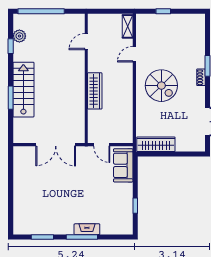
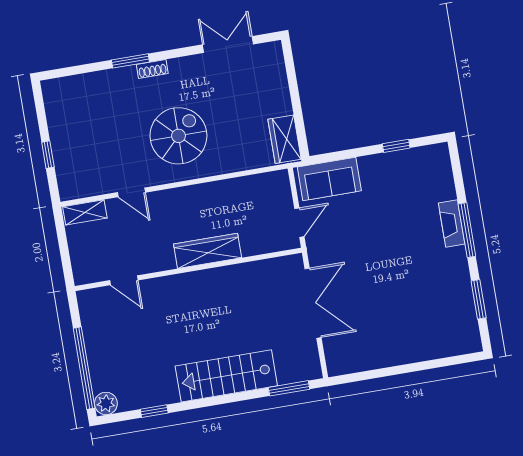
plant: (19, 36) -> (106, 403), moved
window: (11, 98) -> (289, 388), moved
wardrobe: (156, 144) -> (285, 139), width x0.67

